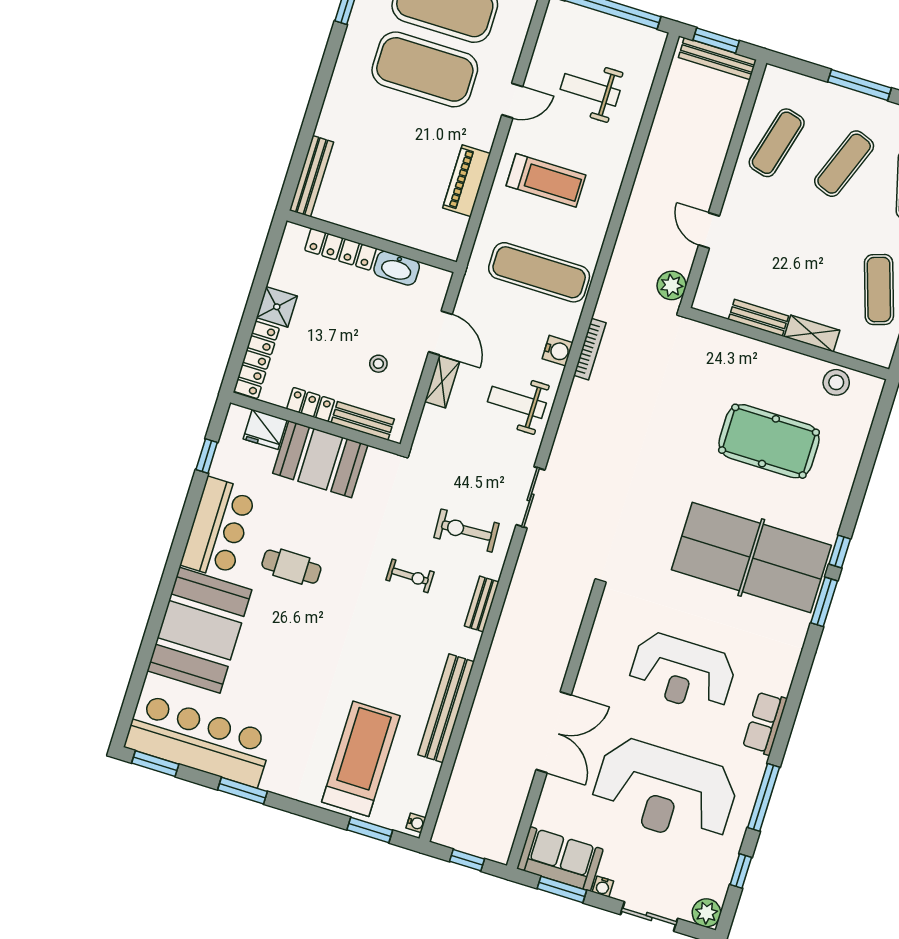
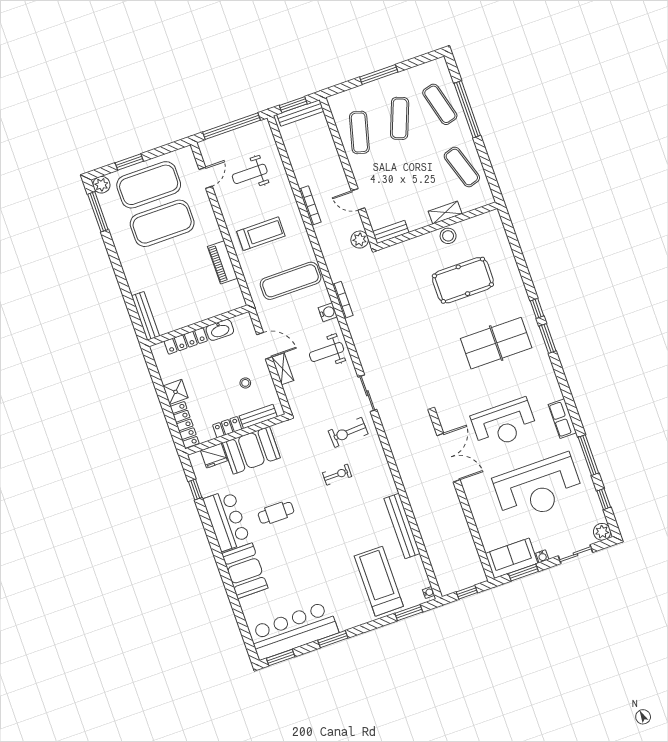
door: (512, 101) -> (206, 178), moved
bookcase: (639, 191) -> (310, 206), added
bench: (758, 318) -> (391, 232), moved
stool: (836, 382) -> (448, 236), moved
table tennis table: (751, 557) -> (496, 343), width x0.73, depth x0.76
bench: (482, 604) -> (382, 463), removed
booth: (199, 630) -> (245, 571), width x0.73, depth x0.70
double door: (554, 732) -> (448, 458), moved

